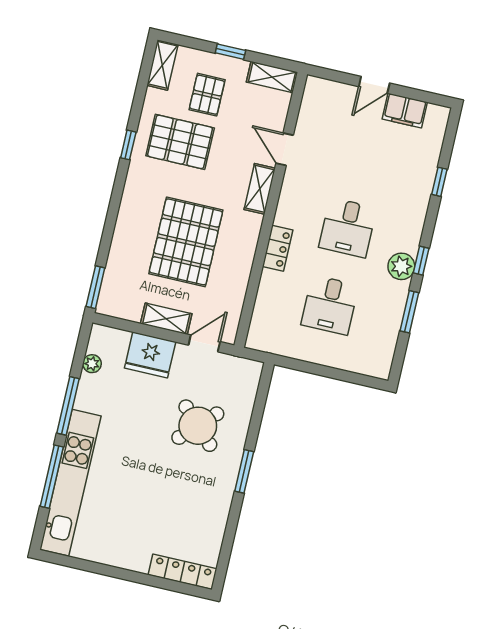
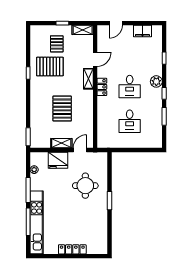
shelving: (162, 65) -> (35, 36), removed
door: (374, 85) -> (116, 23), moved
door: (285, 149) -> (95, 59), swing flipped
pallet: (186, 242) -> (62, 109), width x0.73, depth x0.71
locker: (278, 248) -> (102, 87), moved
plant: (401, 266) -> (156, 81), moved
round table: (198, 426) -> (85, 186), turned 45
locker: (183, 572) -> (72, 249), moved

